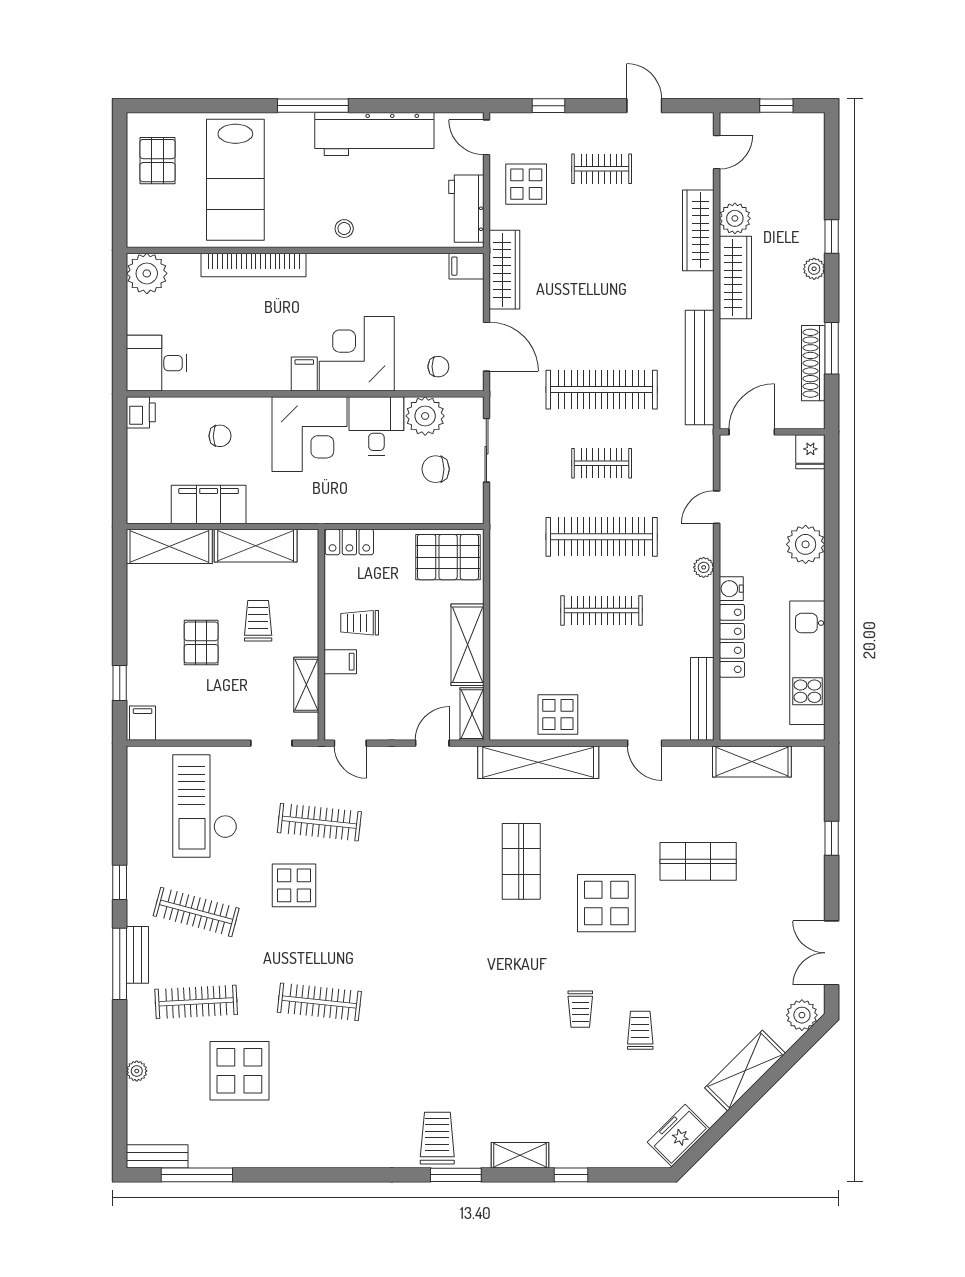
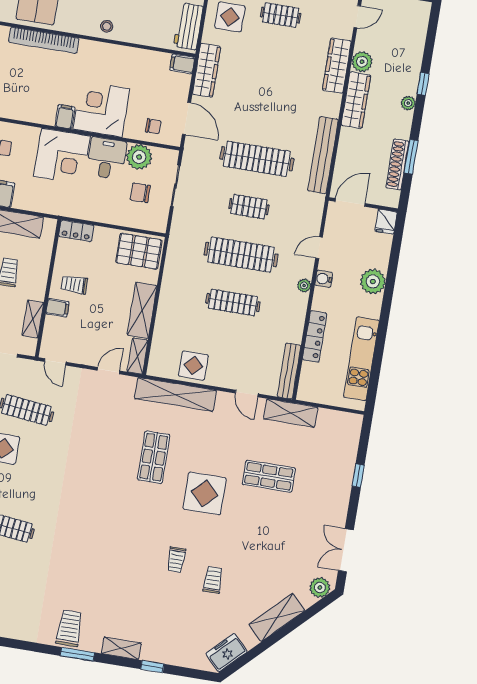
water cooler: (731, 589) -> (324, 279), moved
shelving: (752, 761) -> (291, 413), moved

